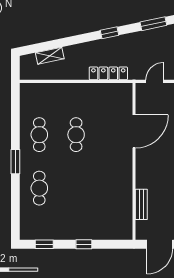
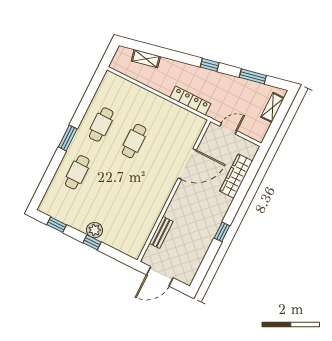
plant: (81, 232) -> (95, 230), added

